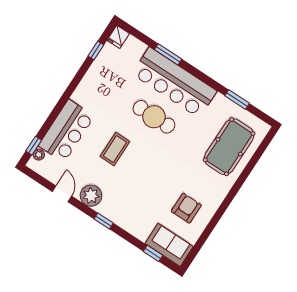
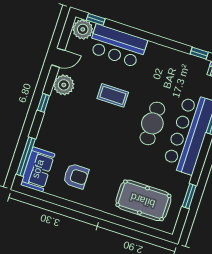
plant: (39, 155) -> (83, 29), width x1.88, depth x1.88
window: (153, 253) -> (26, 157), width x2.17

